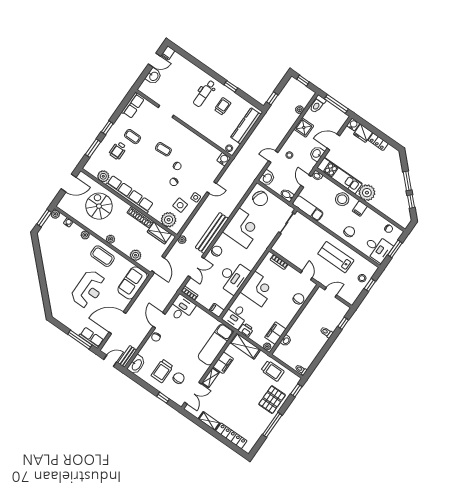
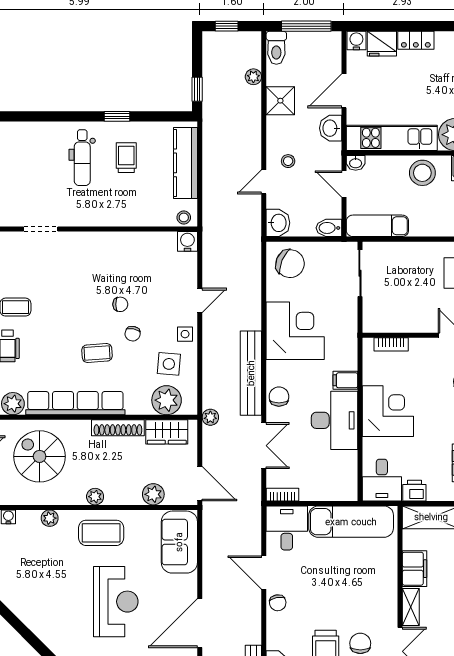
coffee table: (163, 149) -> (97, 353), moved
filing cabinet: (217, 310) -> (345, 380), moved
exam couch: (216, 345) -> (351, 522), moved, turned -90

